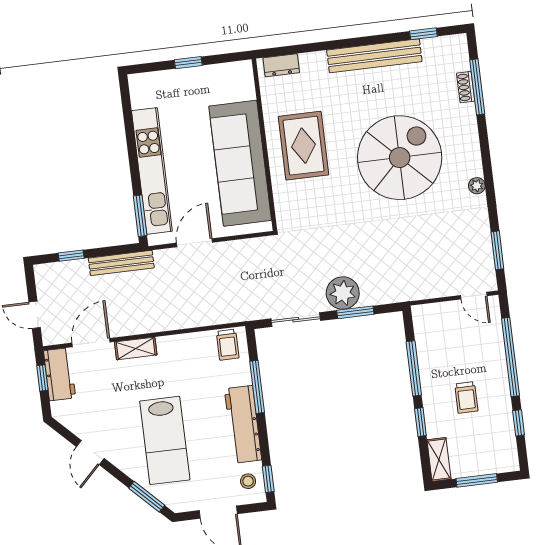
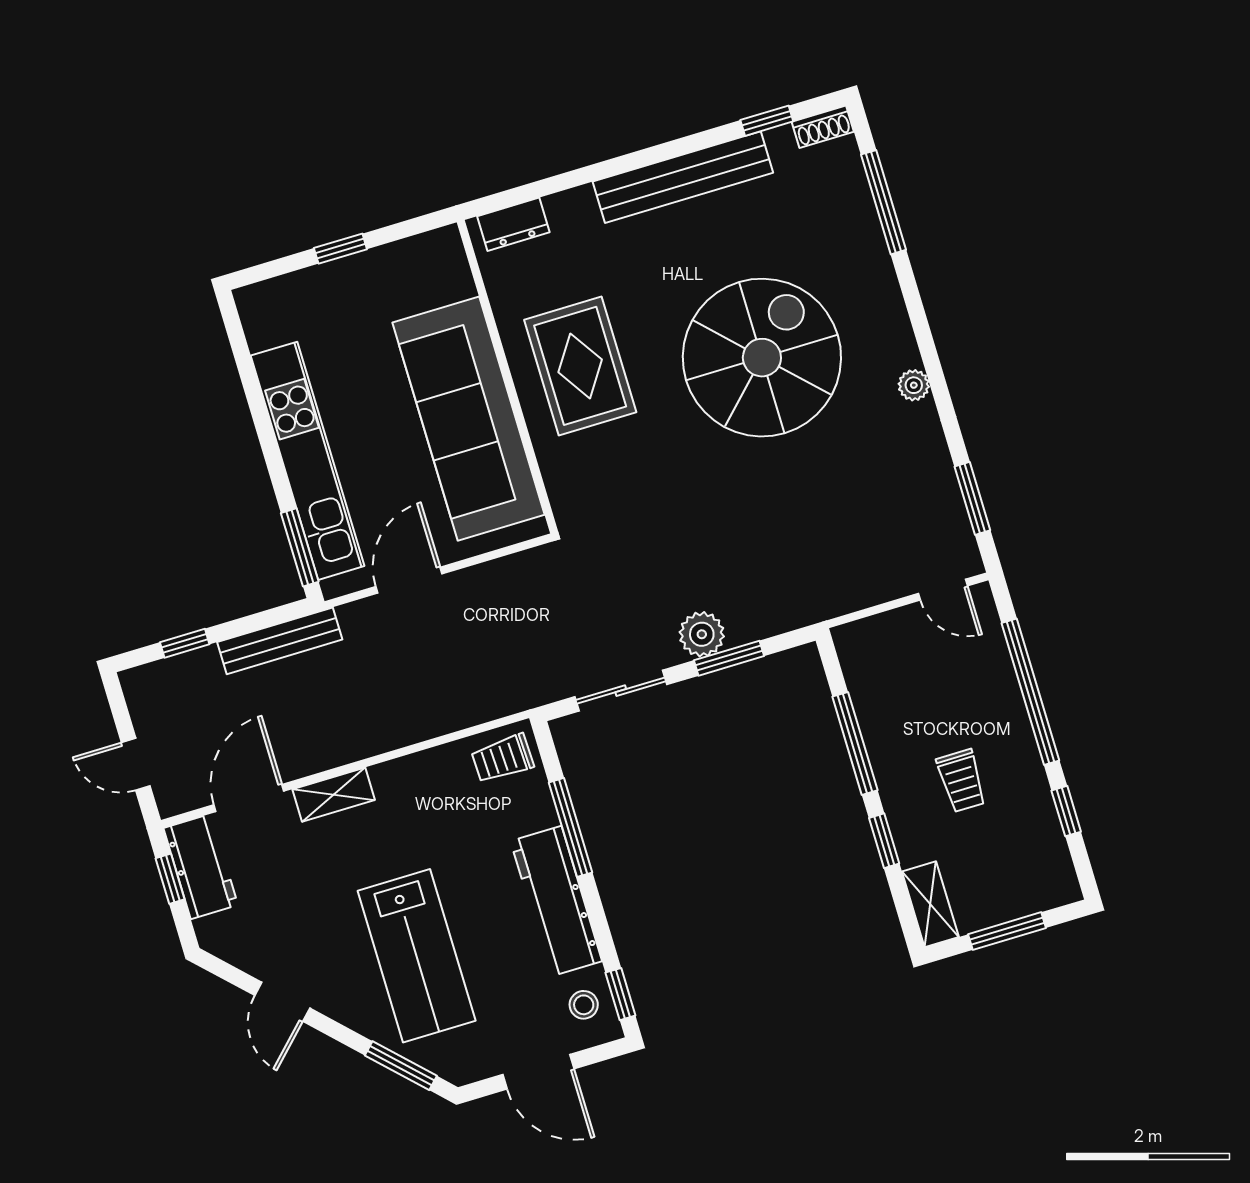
shoe rack: (466, 87) -> (823, 127), moved, turned -90
plant: (343, 293) -> (702, 634), width x0.73, depth x0.73
trolley: (228, 345) -> (503, 759), turned 88

